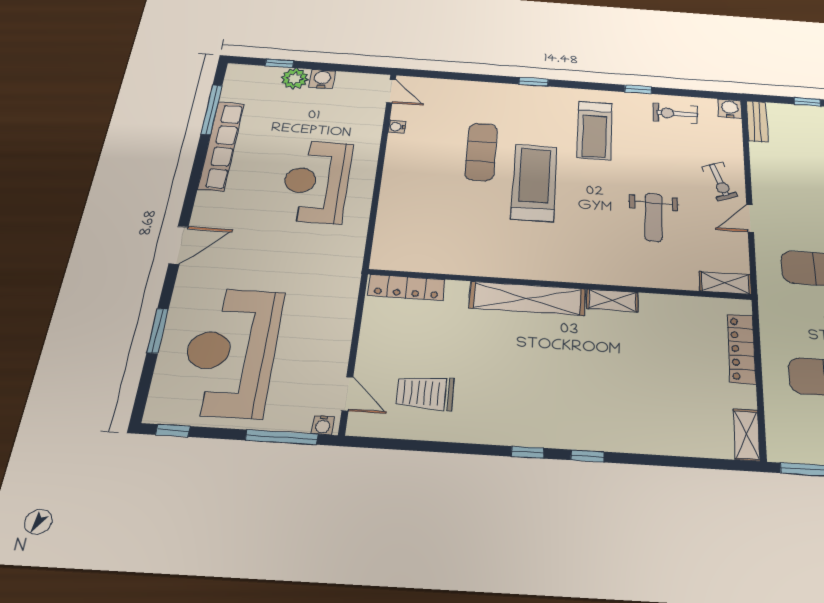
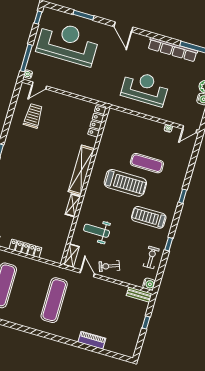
shelving: (725, 283) -> (71, 256), moved
wall: (561, 284) -> (85, 186), moved
locker: (407, 288) -> (97, 121), moved
shelving: (527, 298) -> (81, 170), moved
shelving: (612, 300) -> (73, 205), moved

